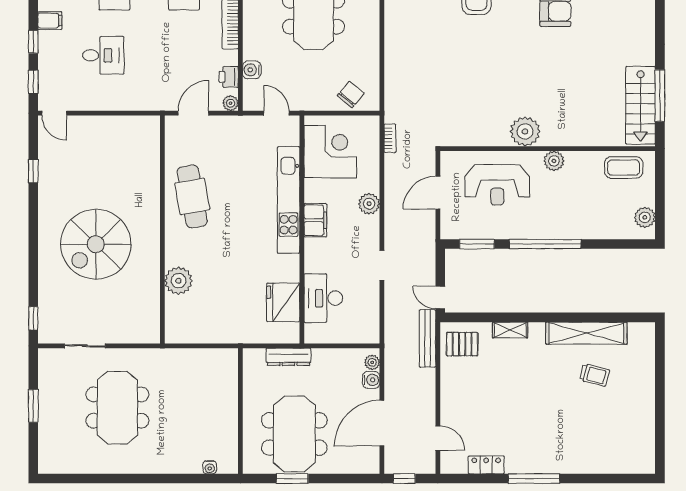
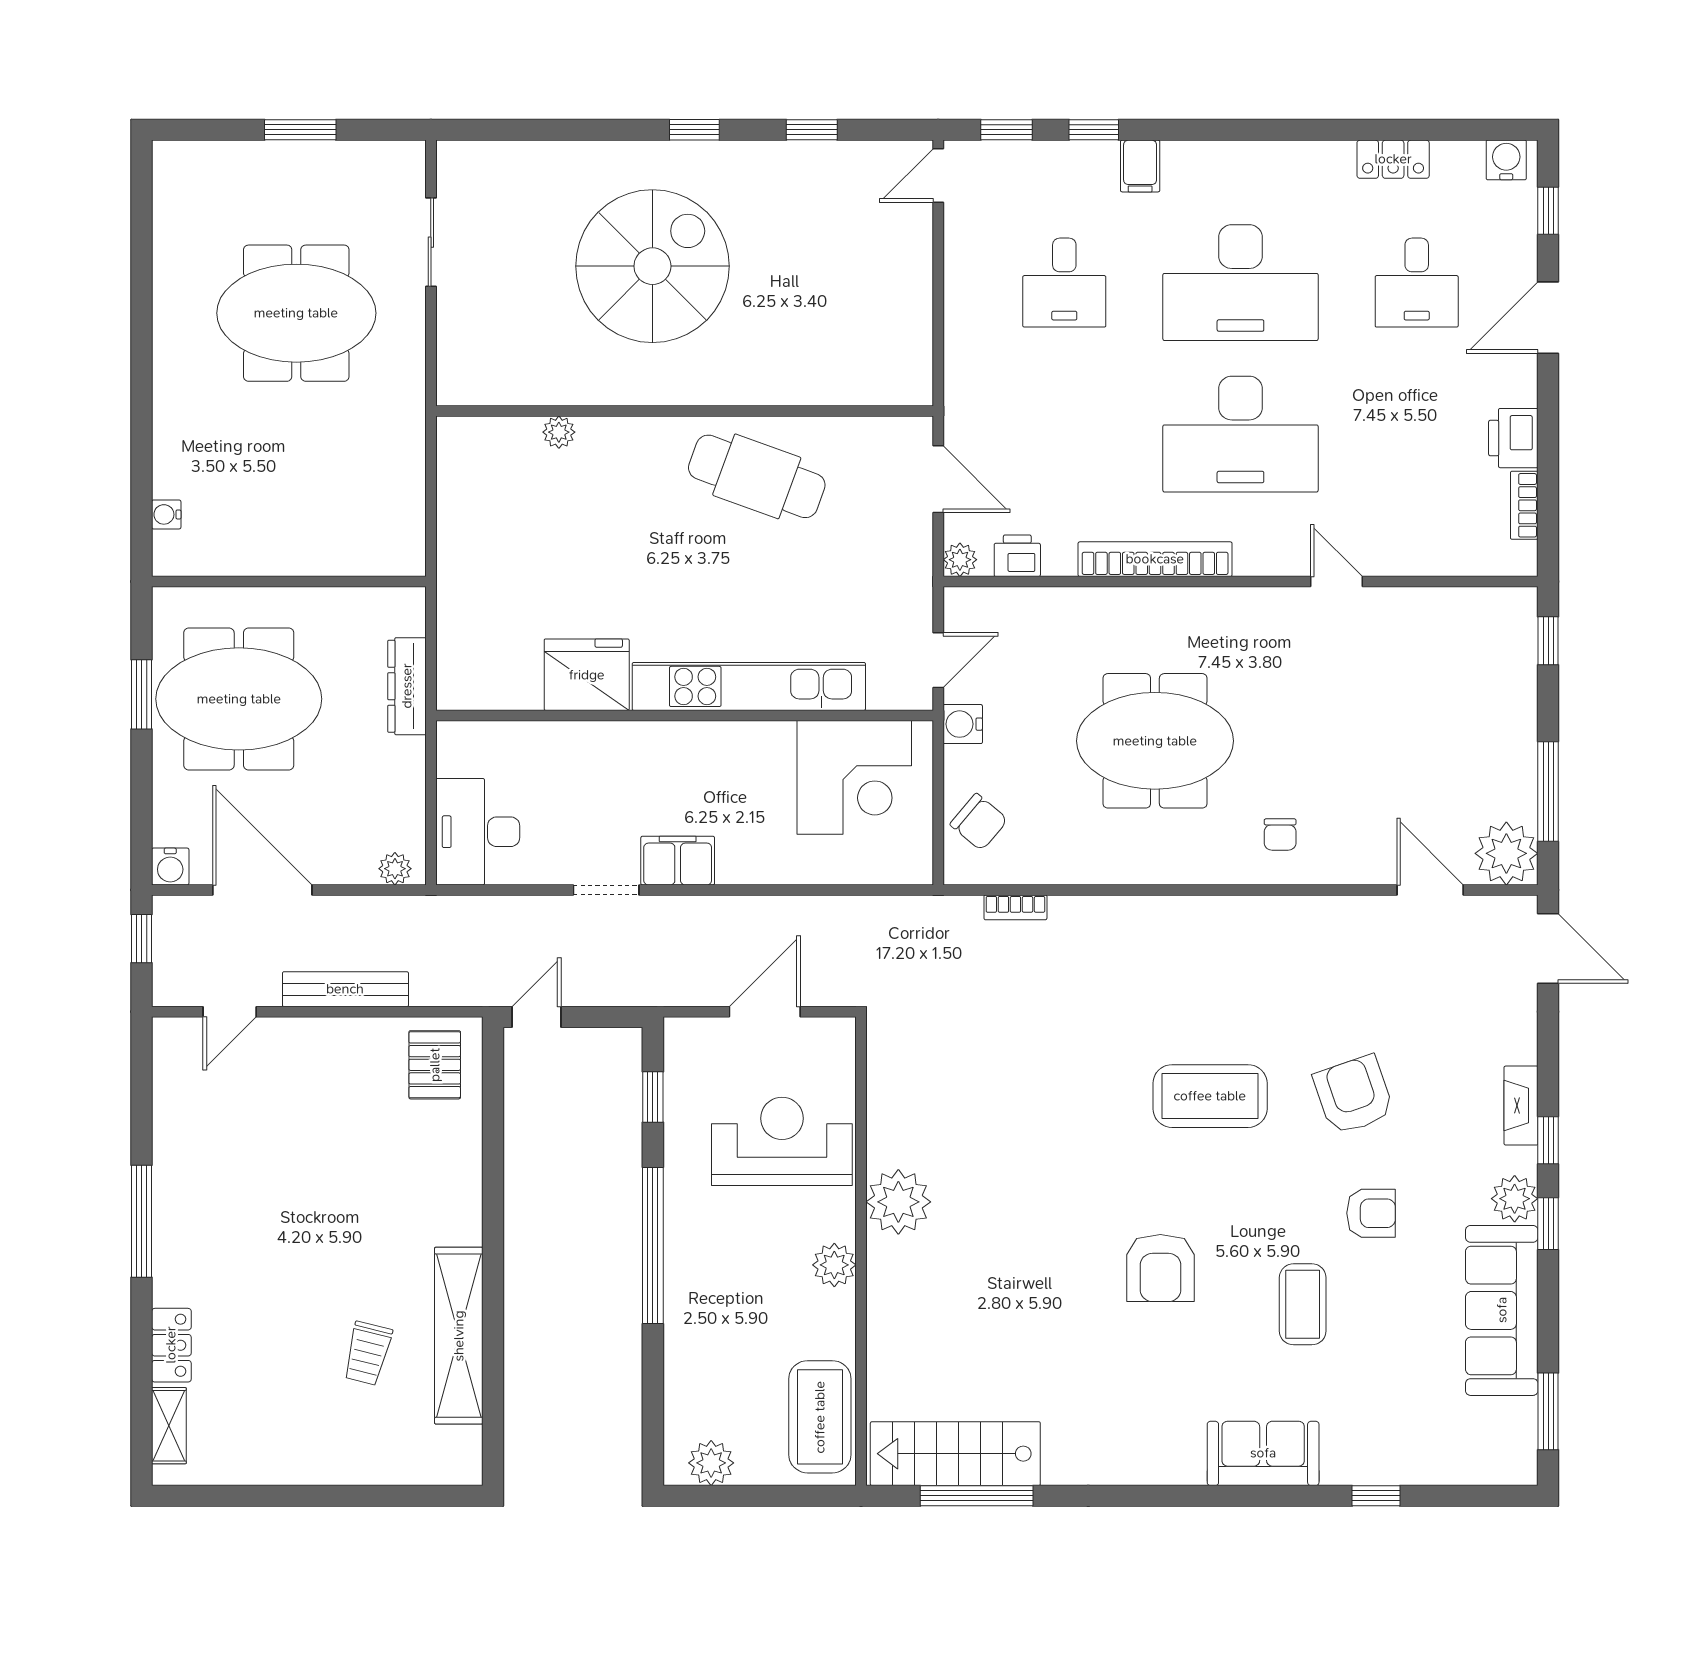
water cooler: (252, 70) -> (963, 724), moved, turned -90
bookcase: (390, 138) -> (1015, 907), moved
coffee table: (624, 167) -> (820, 1417), width x1.36, depth x1.32
reception desk: (497, 185) -> (782, 1141), turned 90
door: (438, 193) -> (765, 1012), hinge flipped
cafe table: (192, 196) -> (757, 476), turned 30
plant: (369, 204) -> (741, 862), removed
filing cabinet: (315, 220) -> (678, 861), moved, turned 180
spiral stairs: (96, 244) -> (652, 266), turned 90
window: (477, 244) -> (653, 1097), width x0.67
plant: (178, 281) -> (559, 432), width x0.53, depth x0.53
desk: (323, 298) -> (478, 832), moved, turned -90
fridge: (283, 302) -> (587, 675), moved
window: (33, 318) -> (694, 130), moved
shelving: (510, 330) -> (169, 1426), moved
bench: (427, 338) -> (345, 989), moved
water cooler: (371, 380) -> (170, 867), moved
locker: (486, 465) -> (171, 1345), moved

